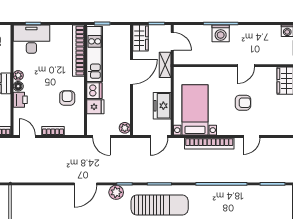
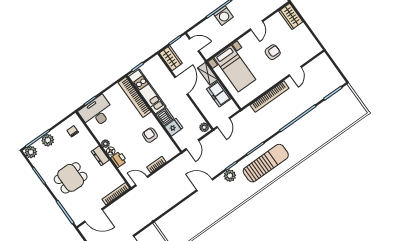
shelving: (165, 65) -> (208, 74), moved
bed with nightstands: (195, 110) -> (235, 69), moved, turned 180
door: (101, 137) -> (192, 145), hinge flipped
door: (159, 137) -> (223, 123), moved
door: (86, 184) -> (205, 185), swing flipped

